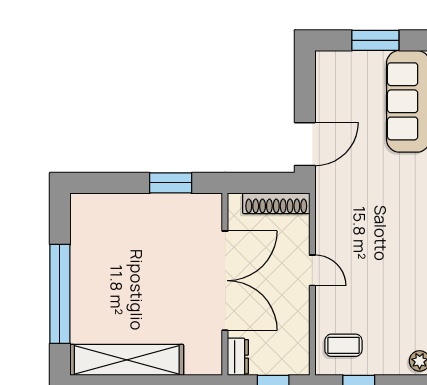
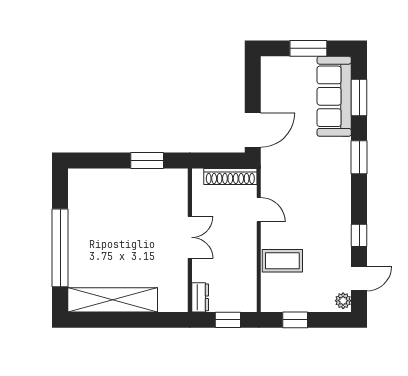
door: (312, 270) -> (259, 210), moved
double door: (225, 281) -> (190, 237), width x0.54
coffee table: (343, 345) -> (282, 261), moved, width x1.36, depth x1.30

